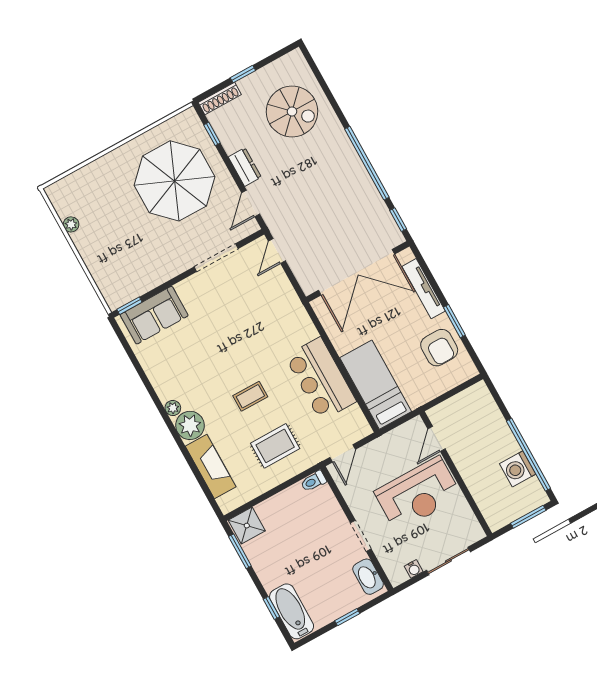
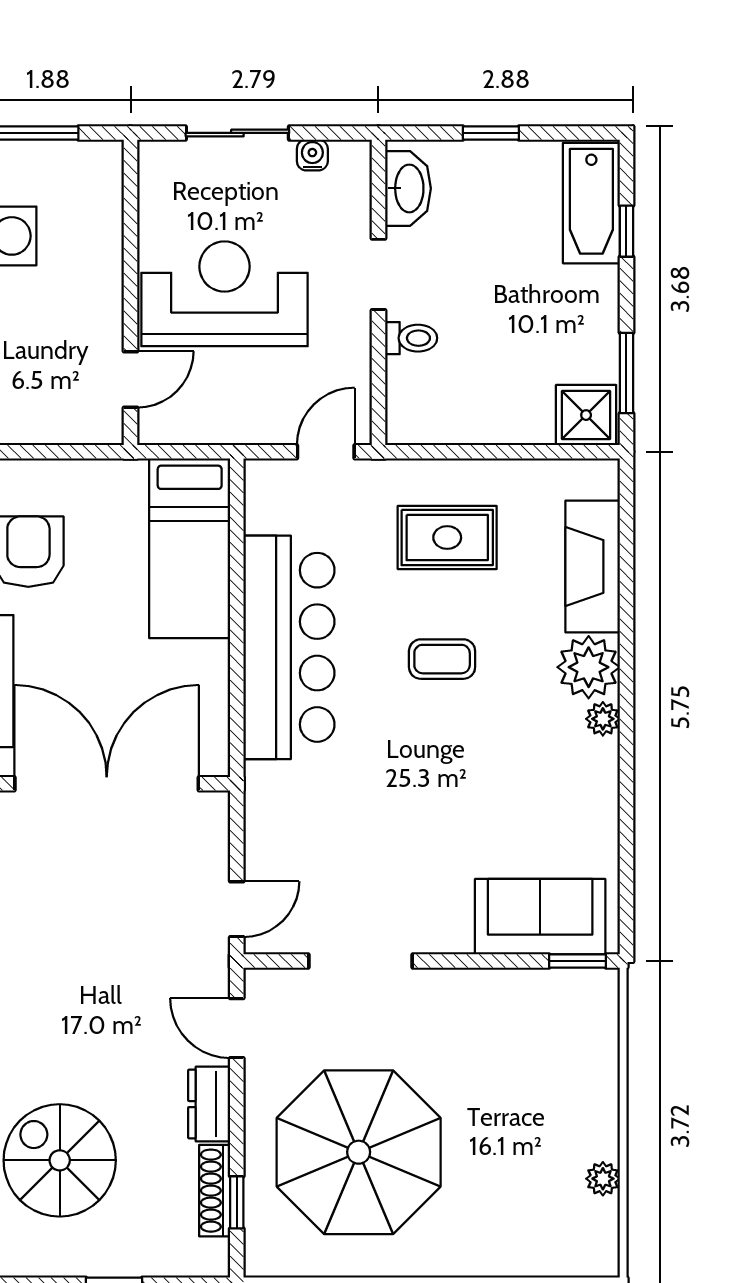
shoe rack: (220, 99) -> (215, 1191), moved, turned -90
door: (251, 203) -> (237, 1028), swing flipped
bar counter: (321, 379) -> (289, 647), width x1.36
toilet: (314, 481) -> (411, 338), moved

